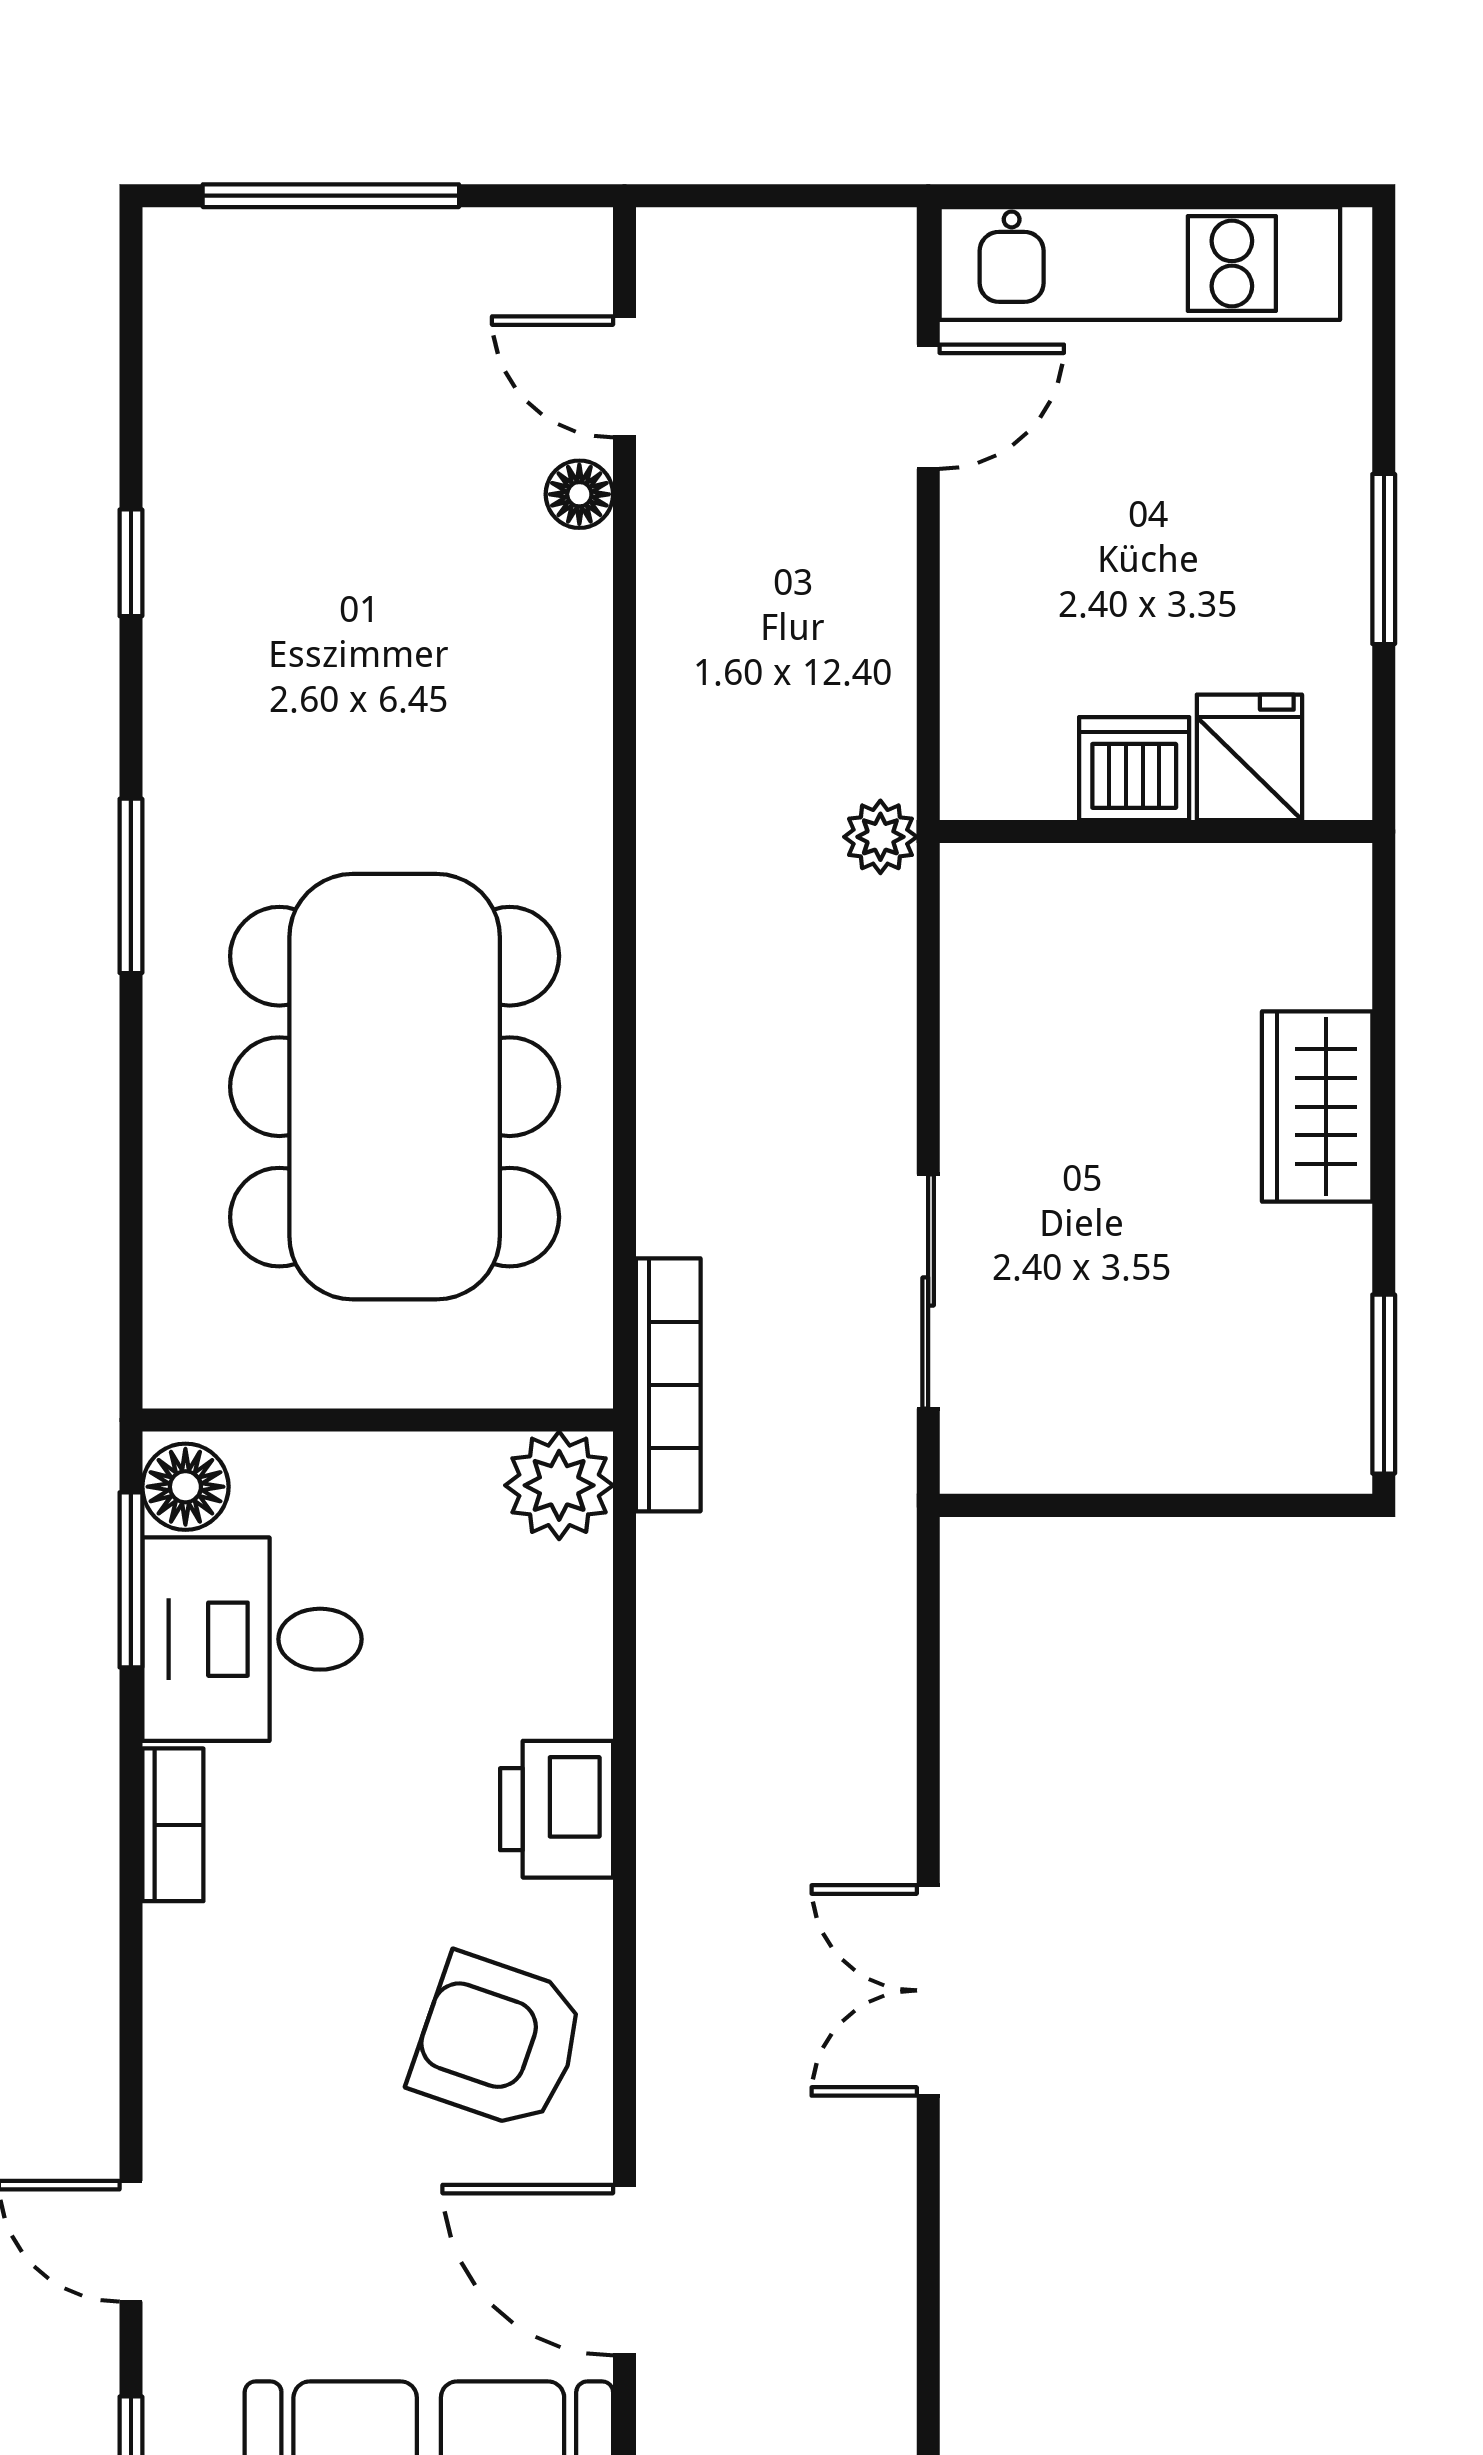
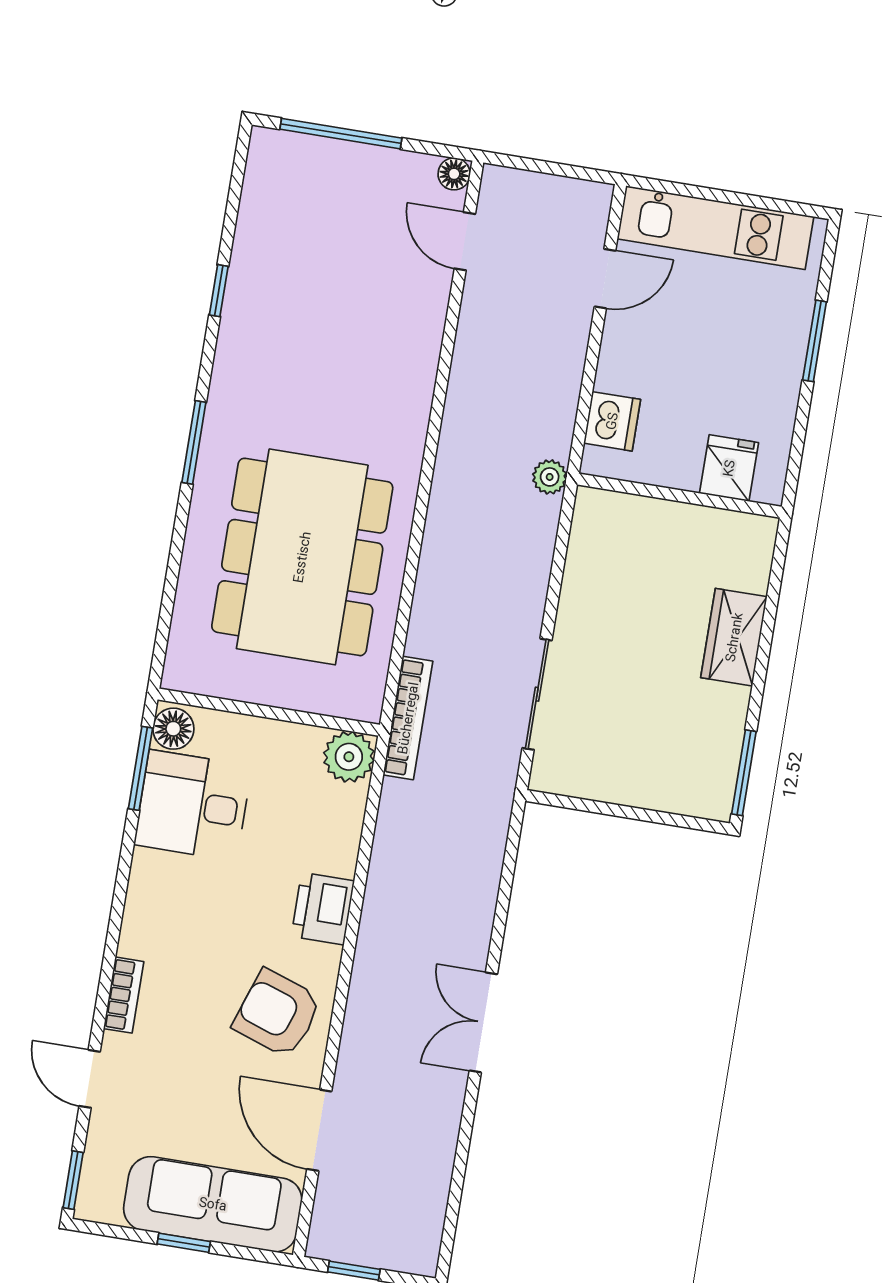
floor lamp: (579, 494) -> (454, 174), moved
window: (1384, 559) -> (815, 341), moved
dishwasher: (1134, 769) -> (612, 421), moved, turned 90
bookcase: (173, 1825) -> (124, 995), moved

